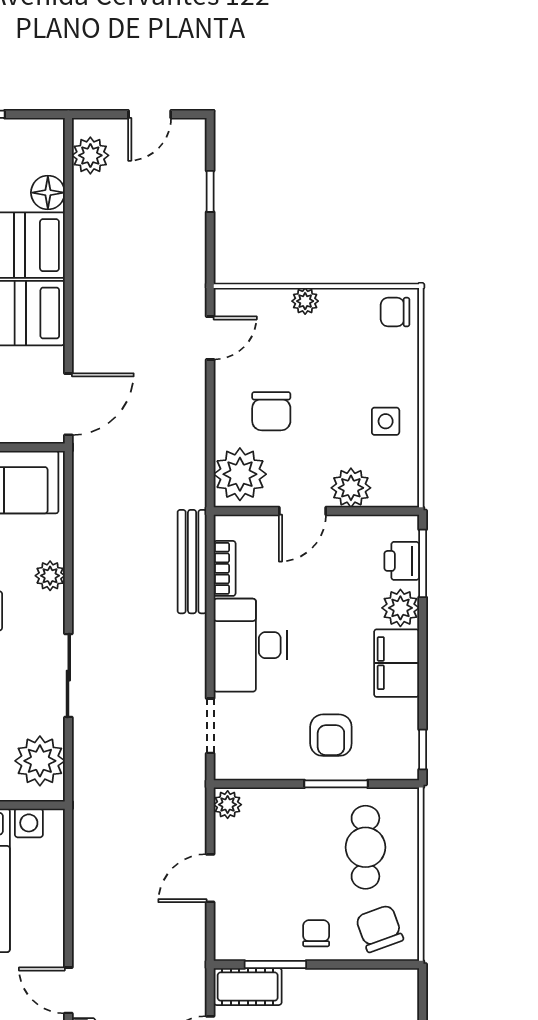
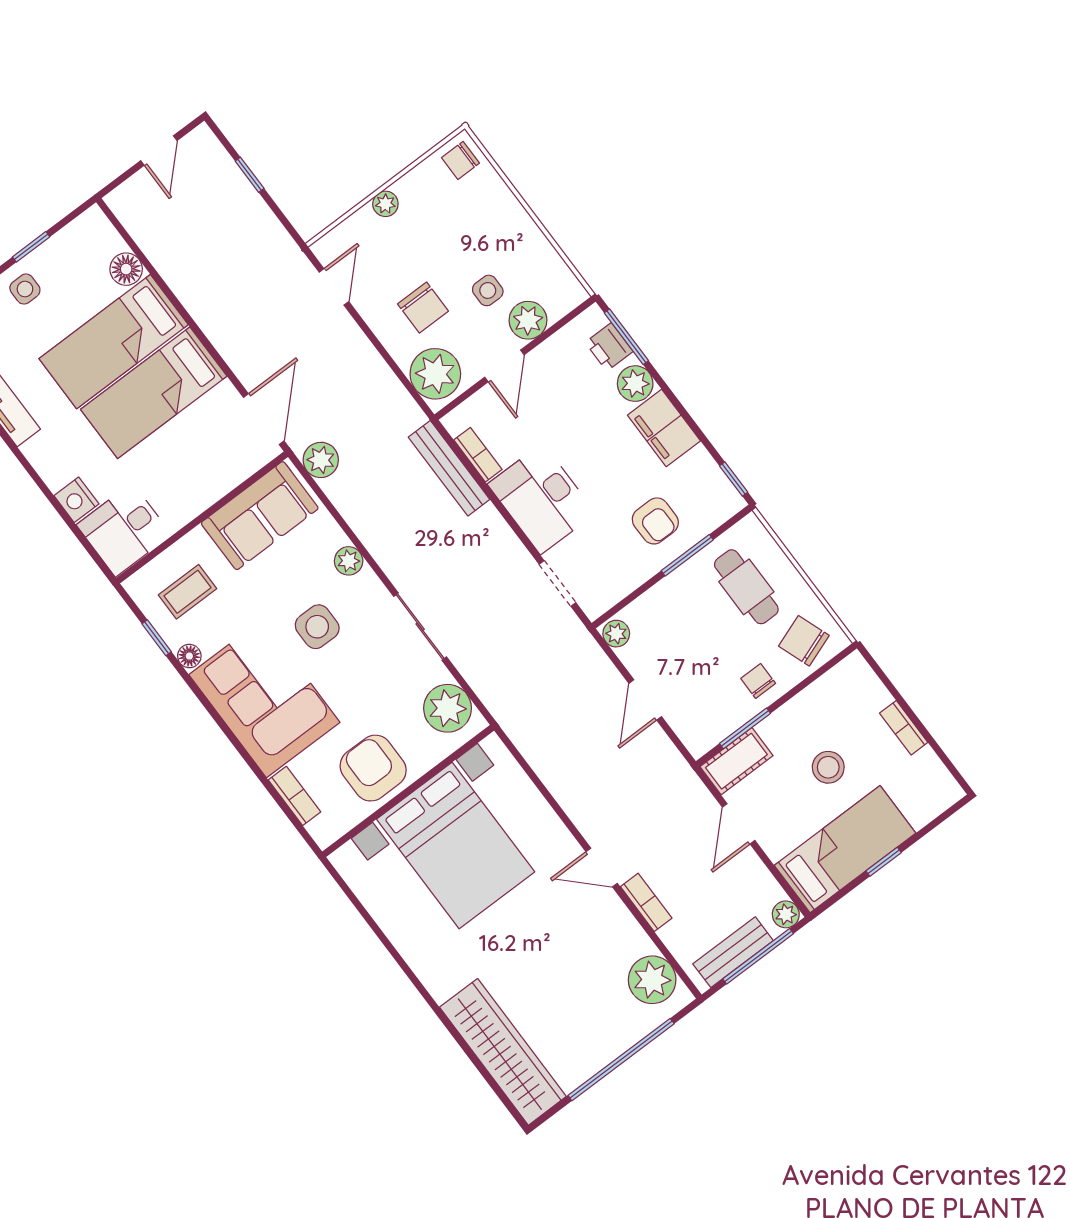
plant: (90, 155) -> (321, 460), moved
side table: (386, 421) -> (488, 290), moved

